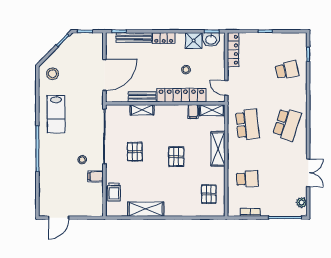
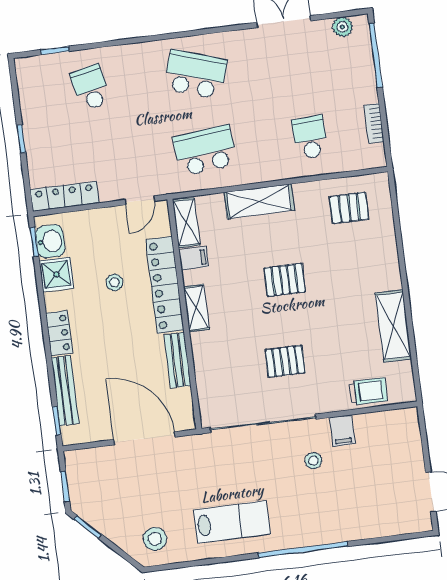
shelving: (142, 110) -> (196, 308), moved

